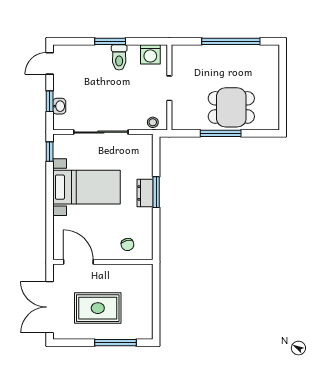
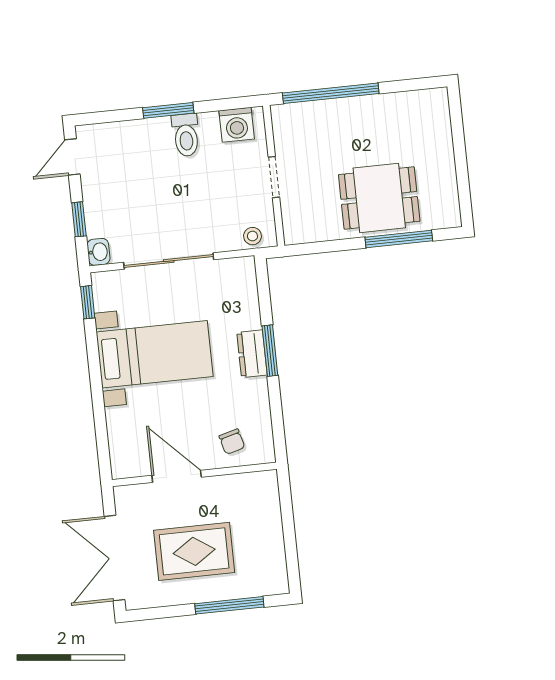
window: (231, 41) -> (331, 93), moved
washbasin: (59, 106) -> (98, 252), moved
window: (221, 133) -> (399, 239), moved
door: (78, 262) -> (177, 476), moved

